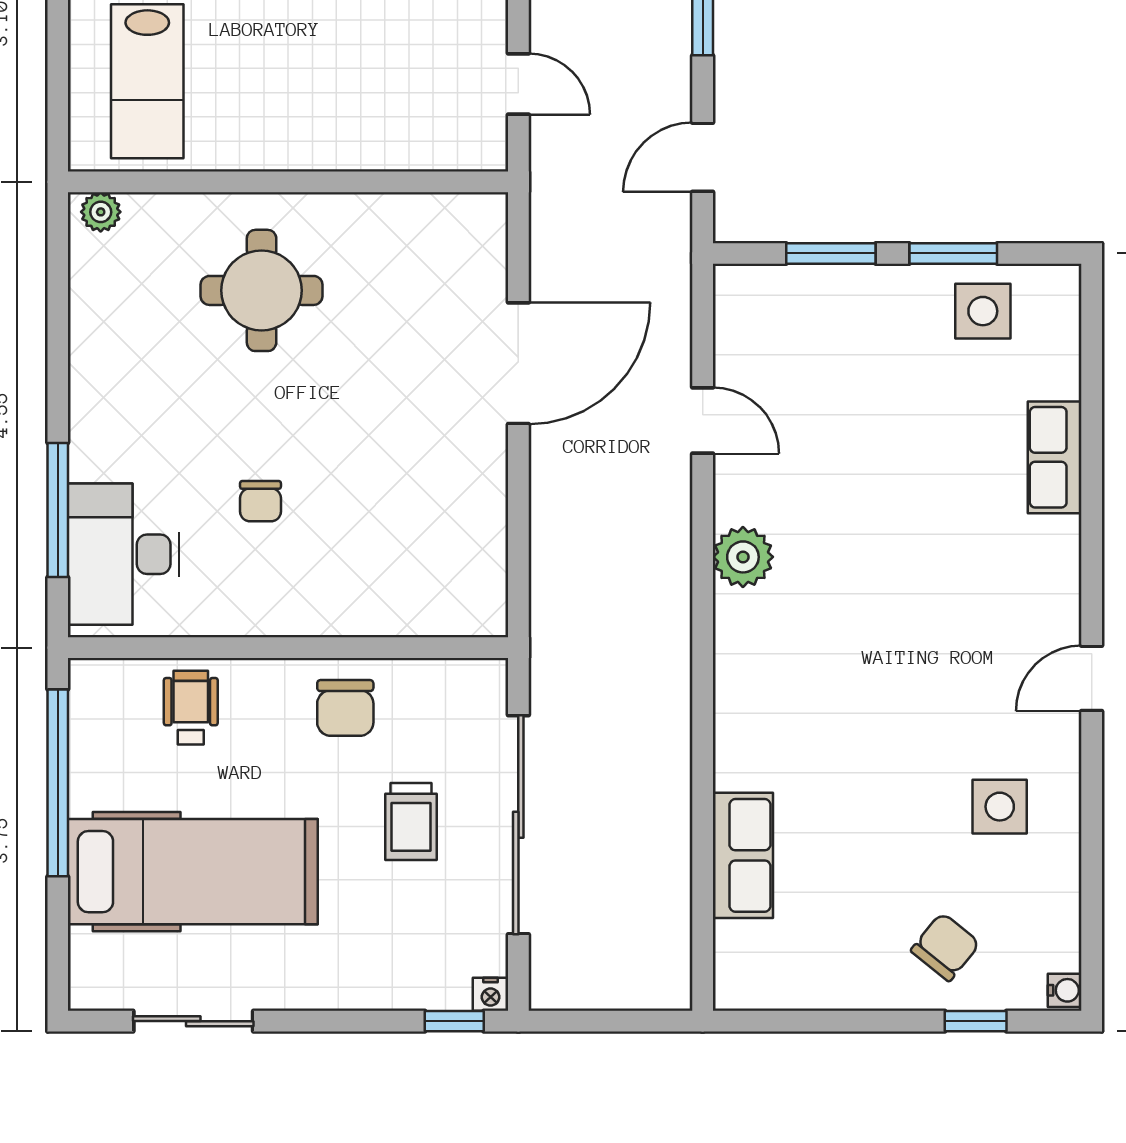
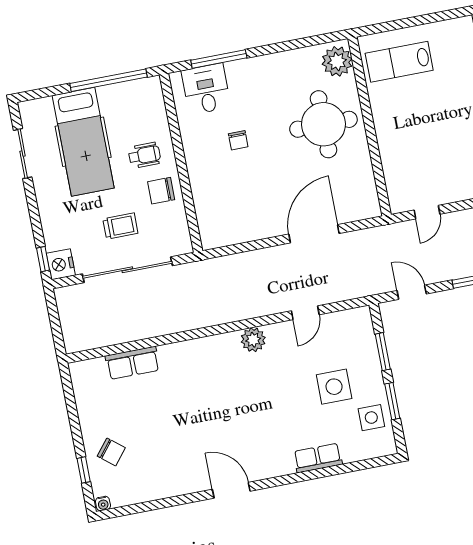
plant: (101, 212) -> (337, 61), width x1.87, depth x1.87
round table: (262, 290) -> (323, 124), width x1.36, depth x1.36
door: (518, 363) -> (314, 234), swing flipped
chair: (260, 501) -> (238, 140), turned -90
desk: (124, 554) -> (206, 89), width x0.73
door: (1092, 678) -> (231, 490), width x1.38
wheelchair: (191, 708) -> (144, 155), moved
side table: (1000, 807) -> (334, 387), moved, width x1.37, depth x1.37
trolley: (411, 821) -> (120, 226), turned 180
nightstand: (491, 994) -> (61, 264), width x1.89, depth x1.79

